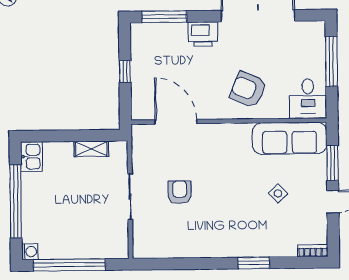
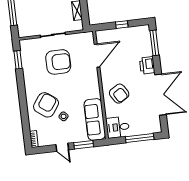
armchair: (248, 90) -> (119, 94), turned 125
armchair: (180, 192) -> (58, 62), width x1.88, depth x1.88
armchair: (254, 222) -> (46, 105), added
window: (254, 263) -> (18, 60), moved

